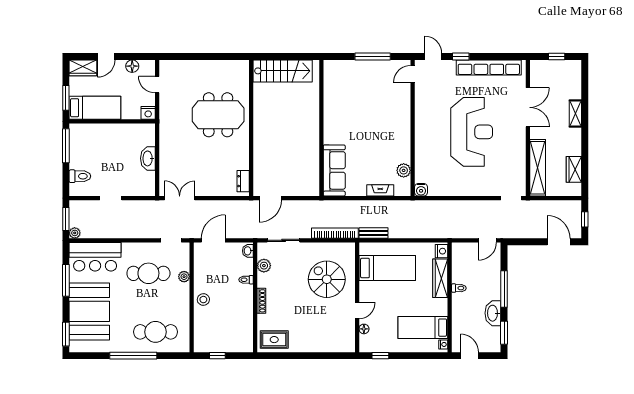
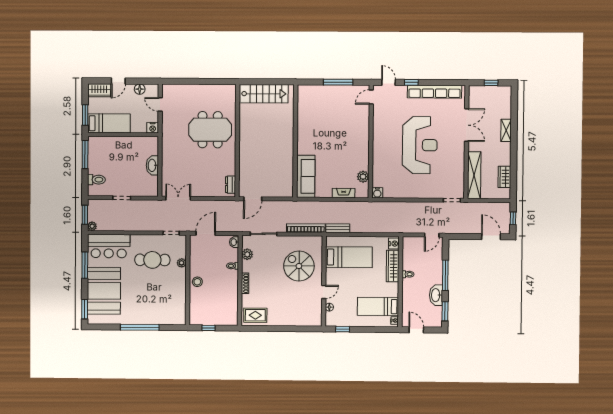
cafe table: (155, 332) -> (158, 308), removed

